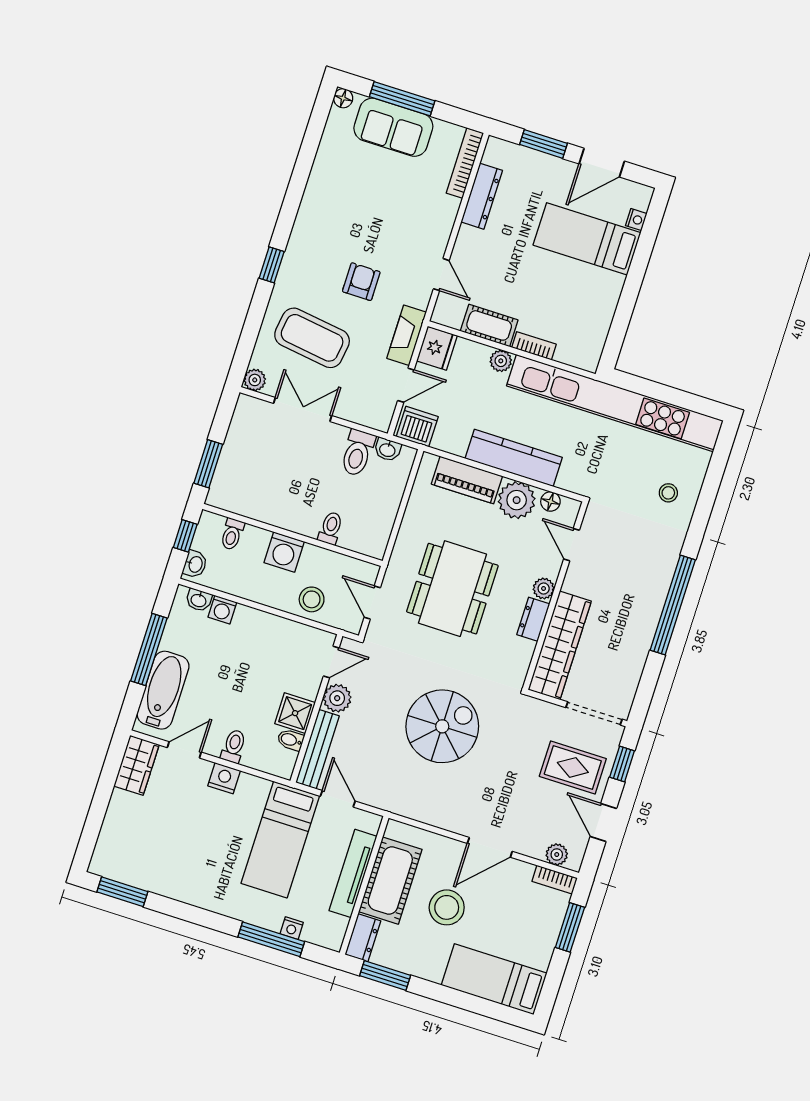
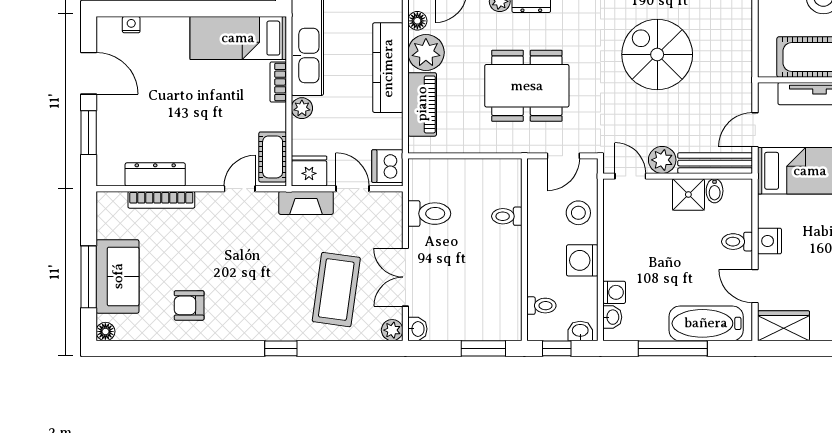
bookcase: (465, 163) -> (161, 200), moved
bed: (587, 239) -> (238, 38), moved, turned 90
armchair: (361, 282) -> (189, 305), moved
cot: (489, 325) -> (273, 157), moved
washbasin: (388, 450) -> (417, 329), moved
washing machine: (284, 552) -> (582, 260), moved, turned 180

